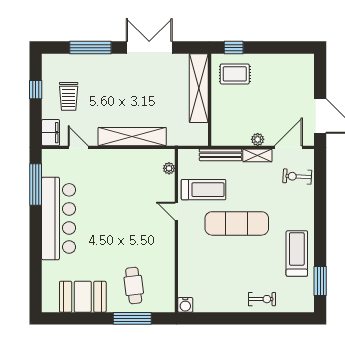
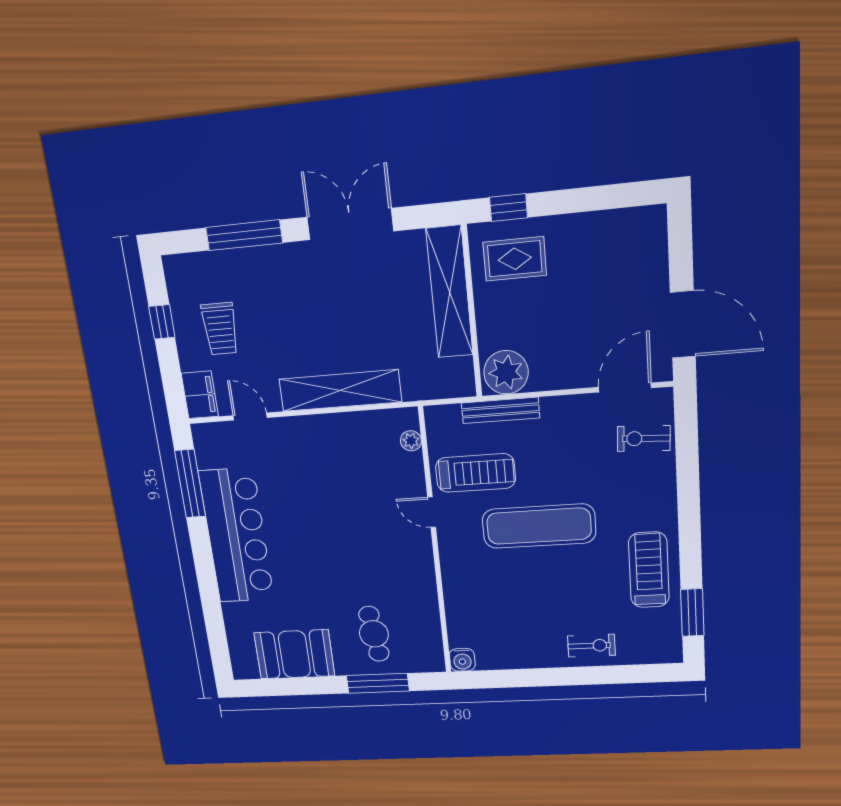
plant: (258, 139) -> (506, 372), moved, width x1.88, depth x1.88
shelving: (257, 155) -> (568, 406), removed

